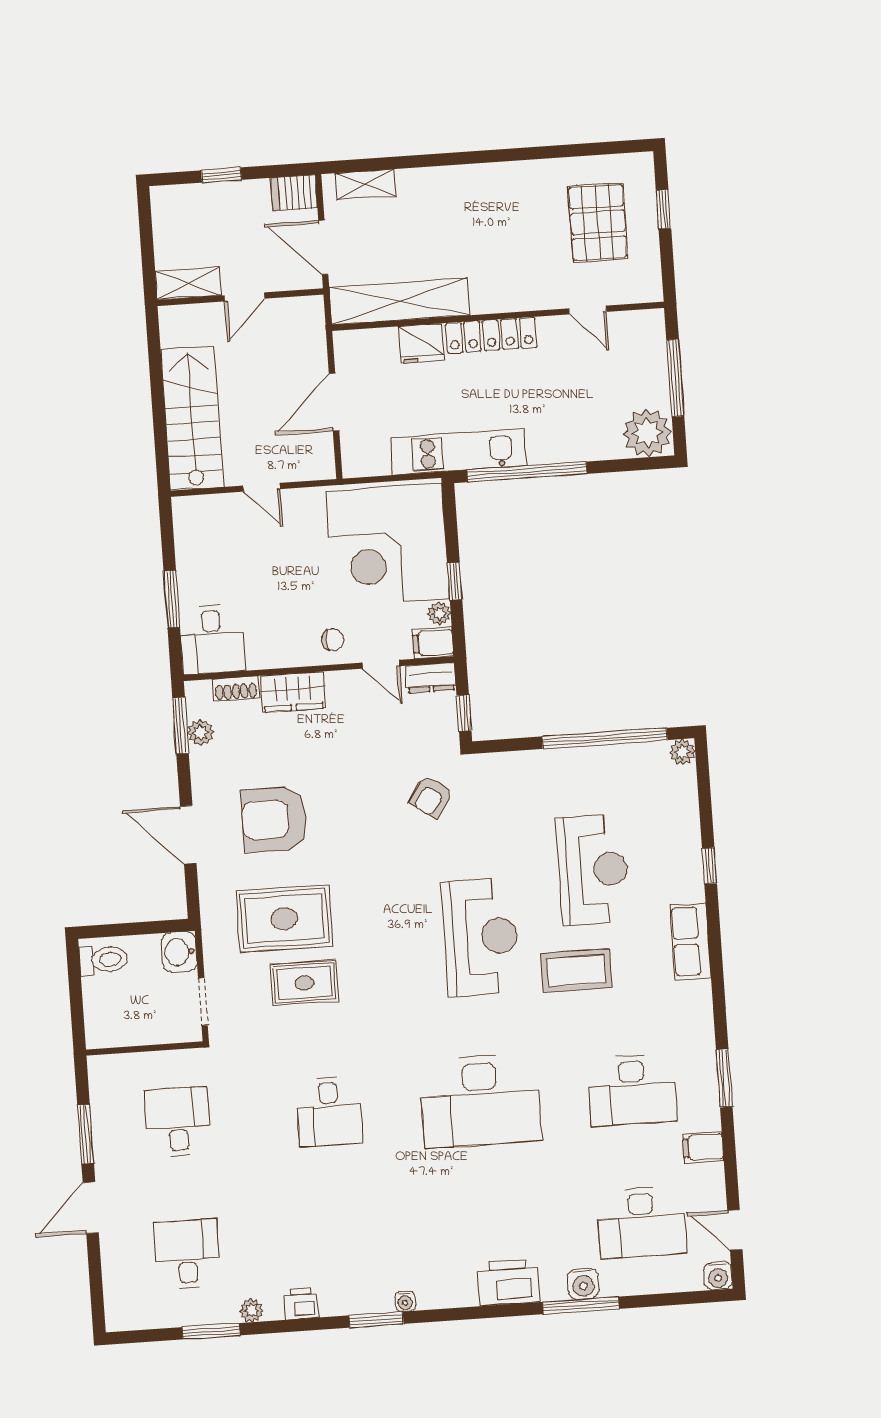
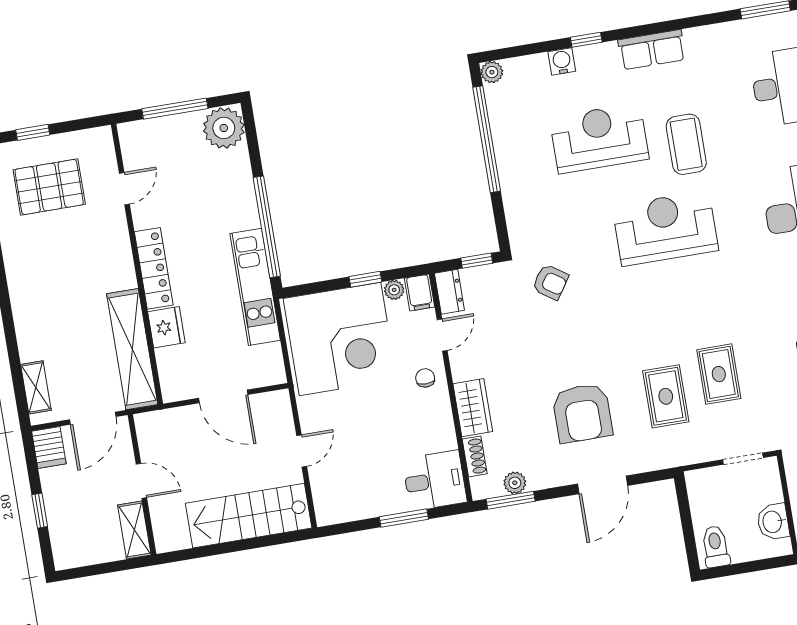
water cooler: (687, 835) -> (562, 61), added
rug: (284, 918) -> (666, 396), width x0.73, depth x0.70
washbasin: (179, 952) -> (773, 522), moved, turned 90

